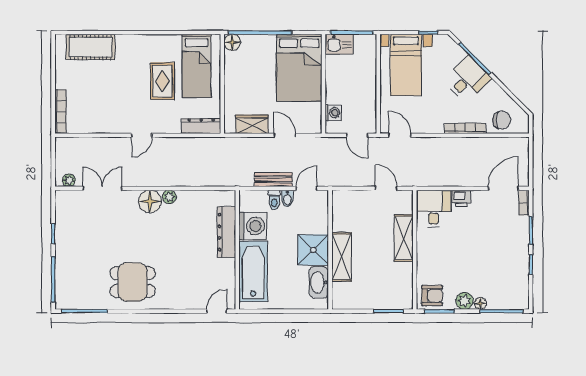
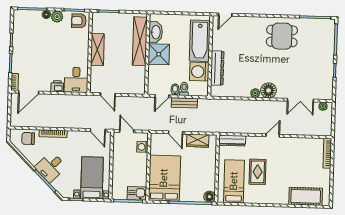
shelving: (404, 238) -> (97, 50), moved
shelving: (342, 257) -> (140, 41), width x1.47

